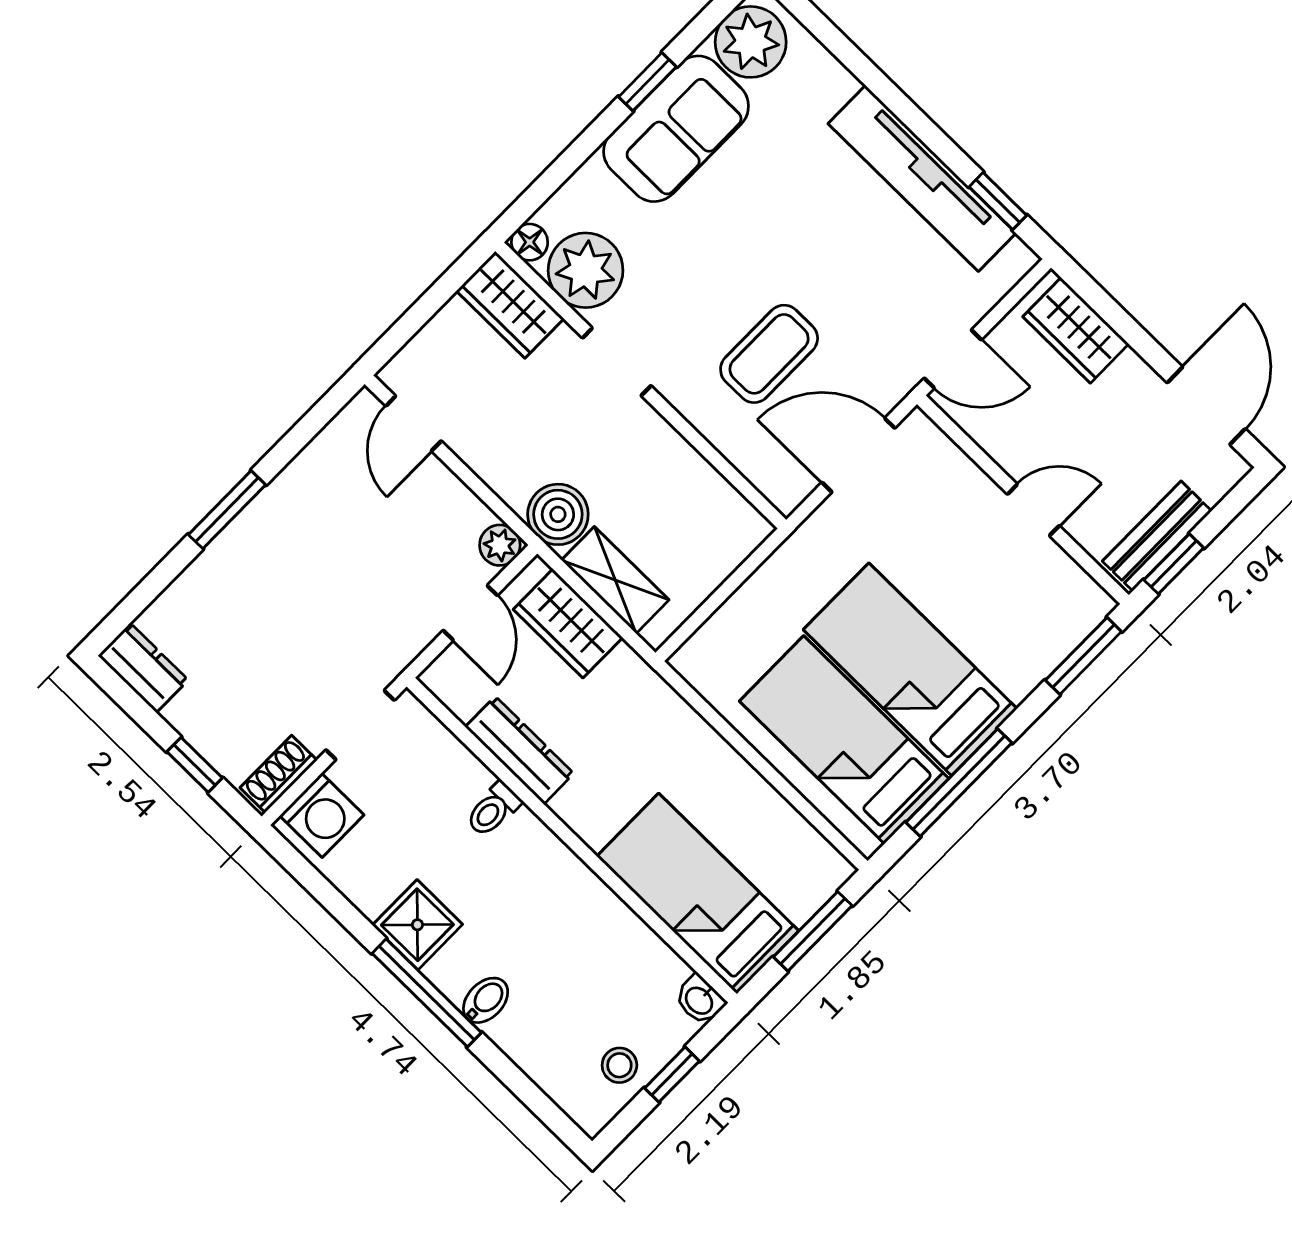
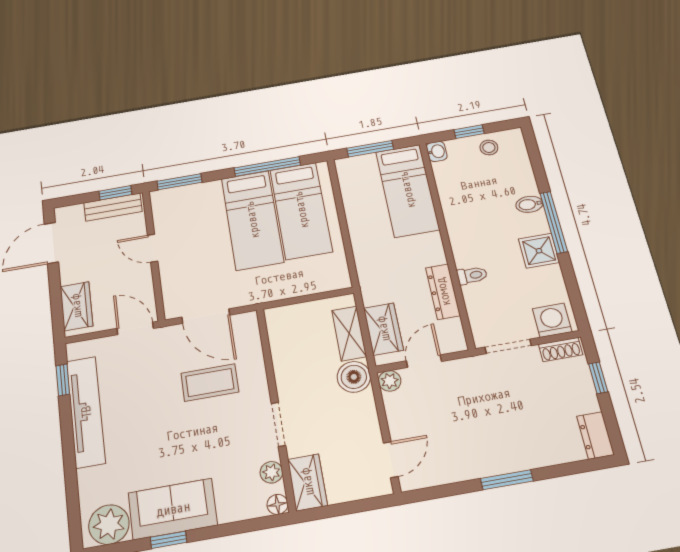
plant: (586, 270) -> (271, 472), width x0.53, depth x0.53

